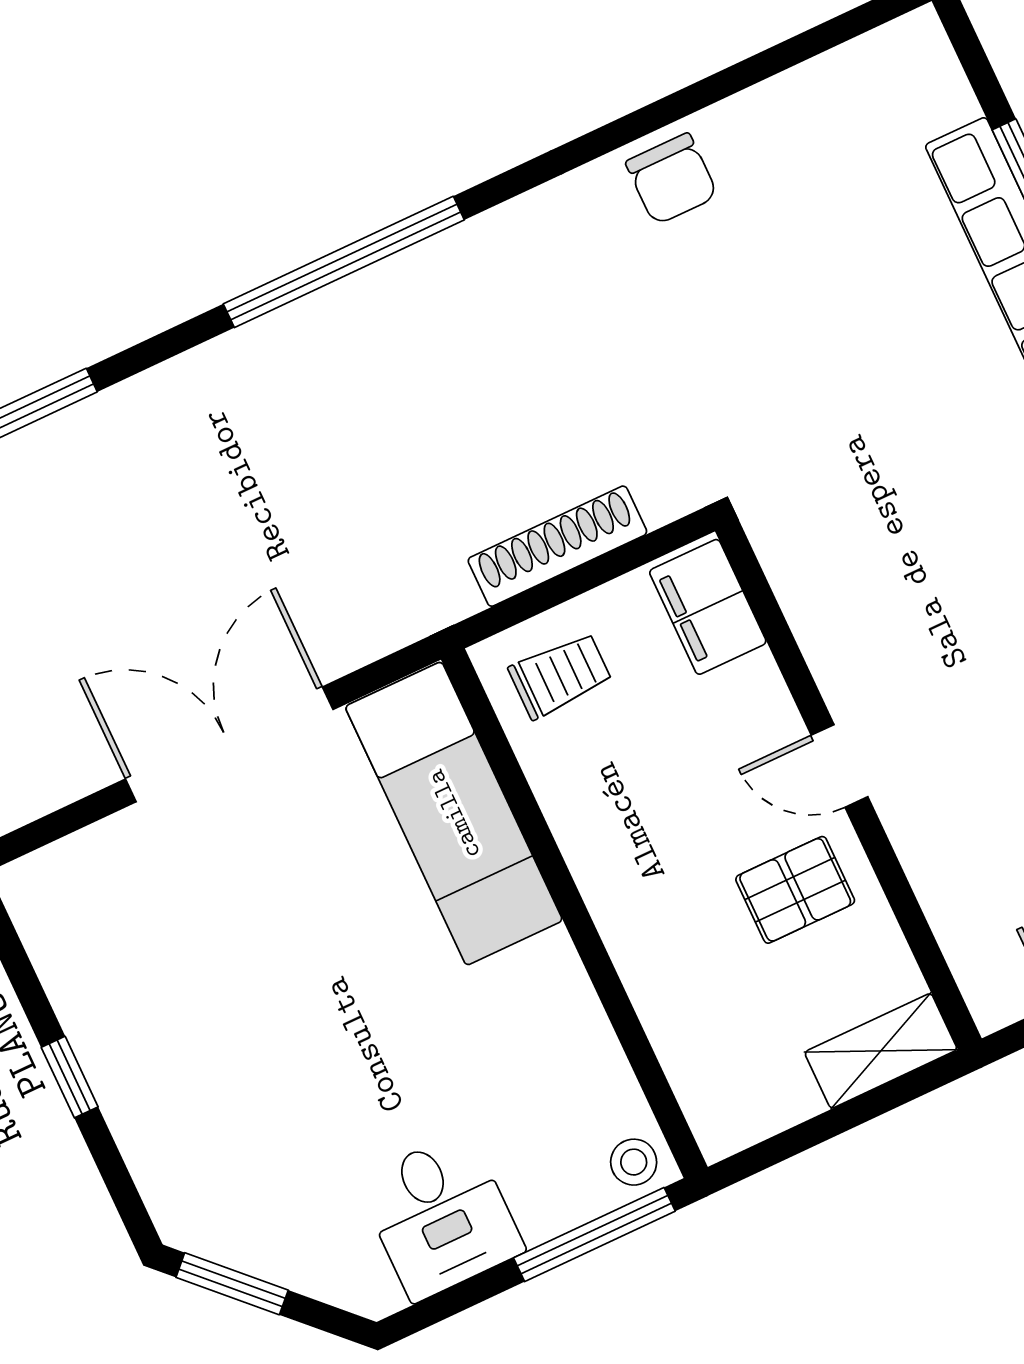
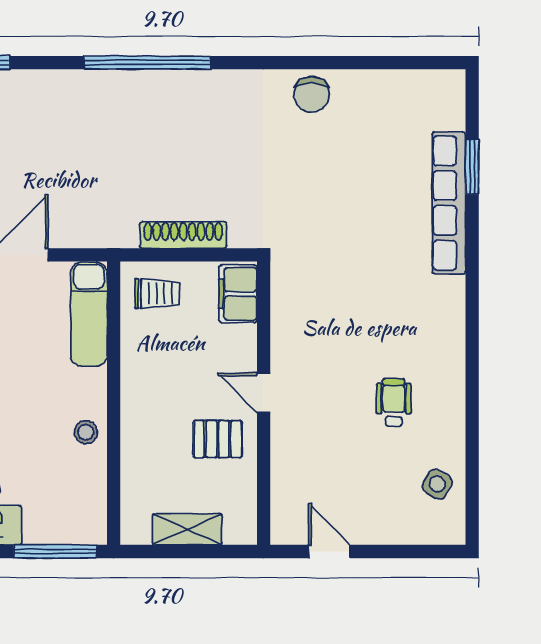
exam couch: (454, 814) -> (89, 314), width x0.73, depth x0.69
shelving: (881, 1051) -> (187, 529), moved
stool: (634, 1162) -> (86, 432), moved

